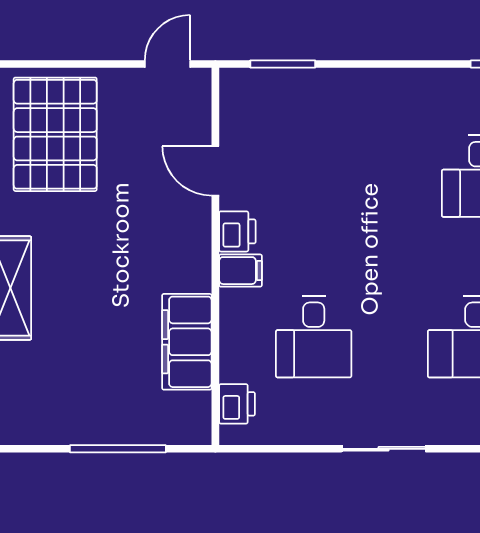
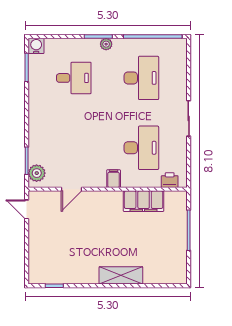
plant: (254, 88) -> (37, 173), added
pallet: (55, 134) -> (56, 257), removed
printer: (237, 231) -> (97, 180), removed
desk: (314, 337) -> (141, 148), width x1.37

